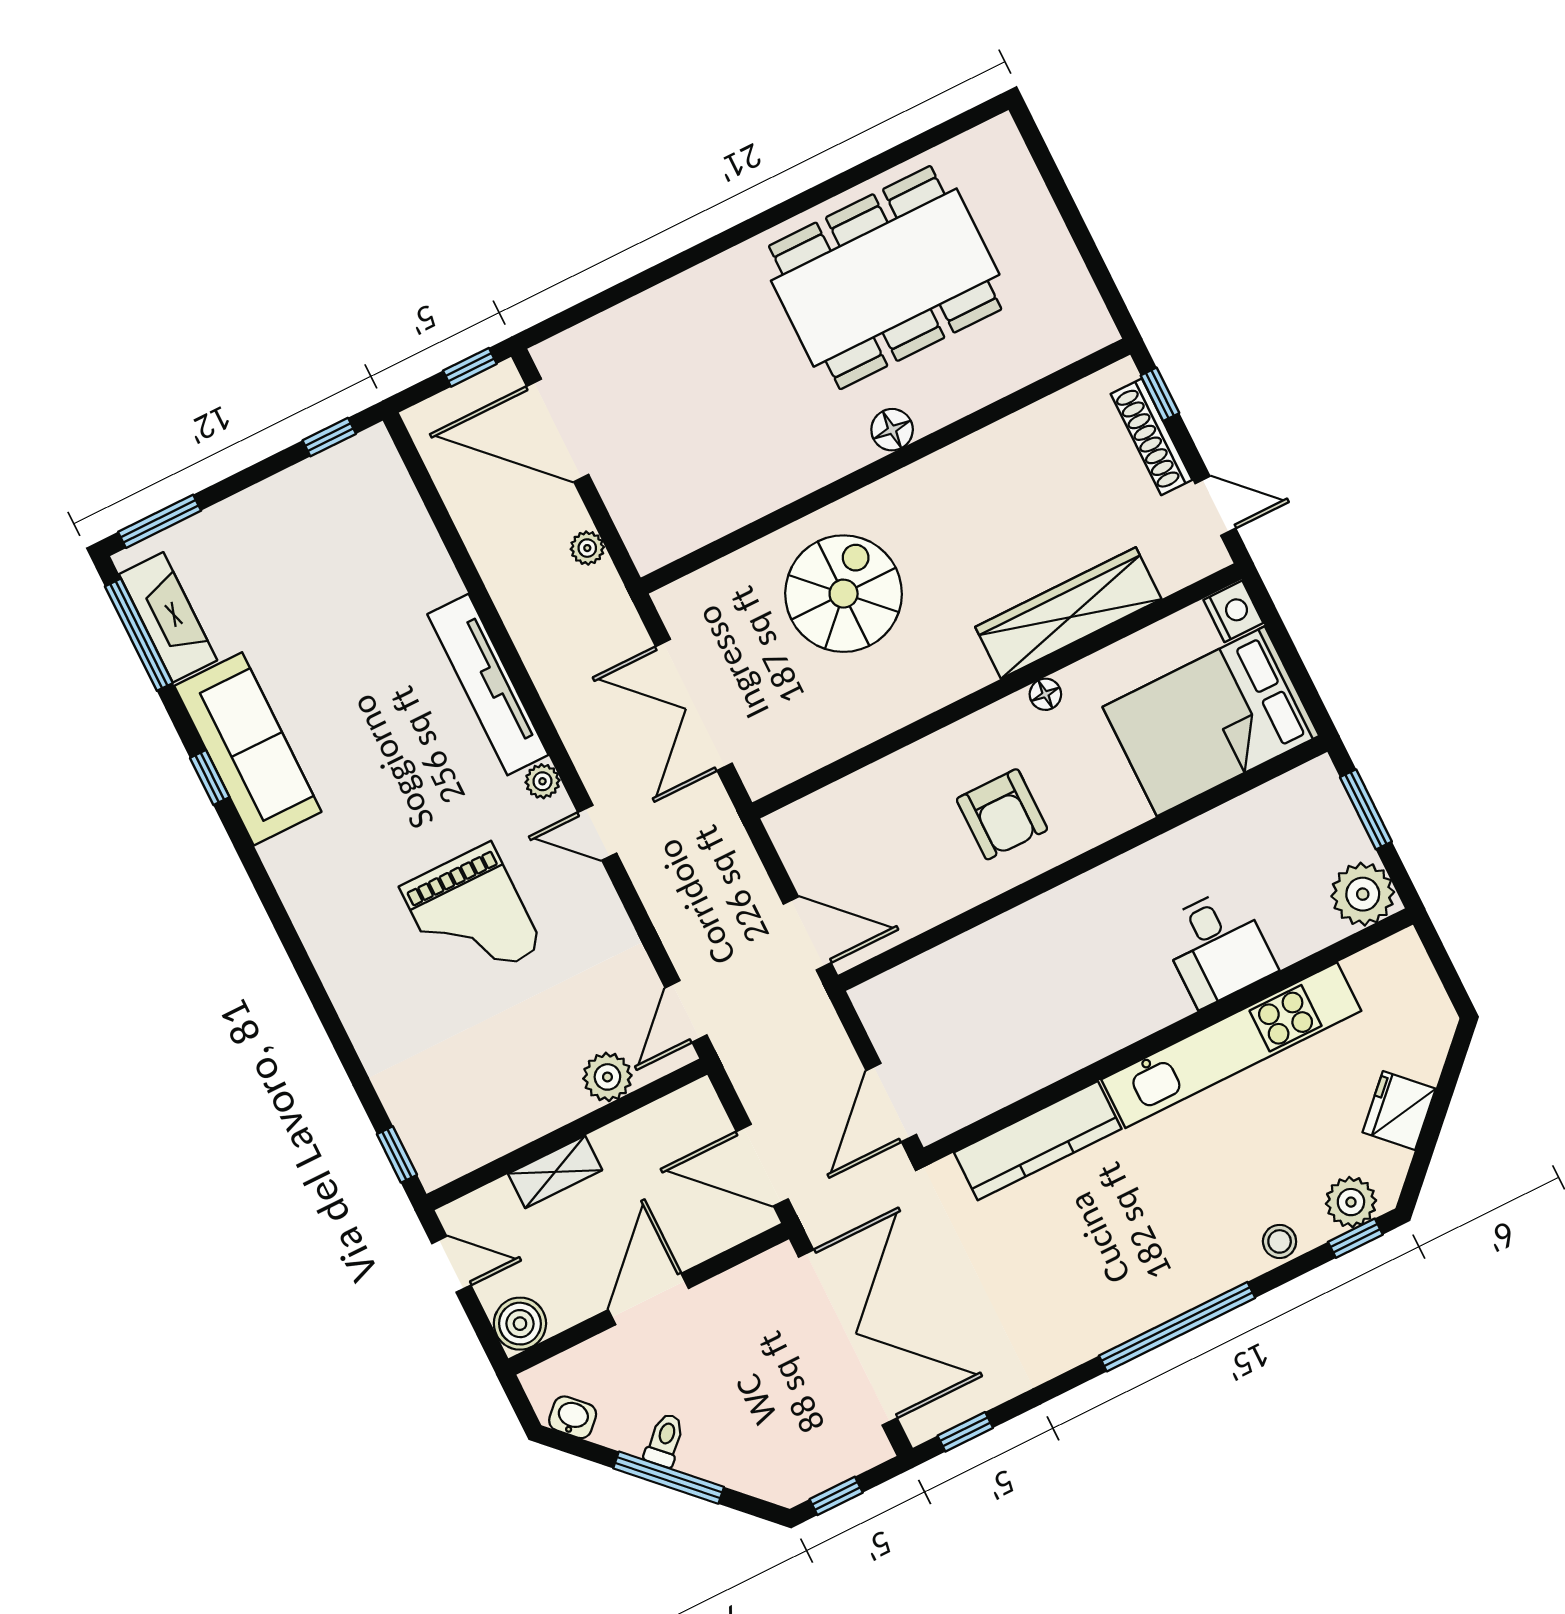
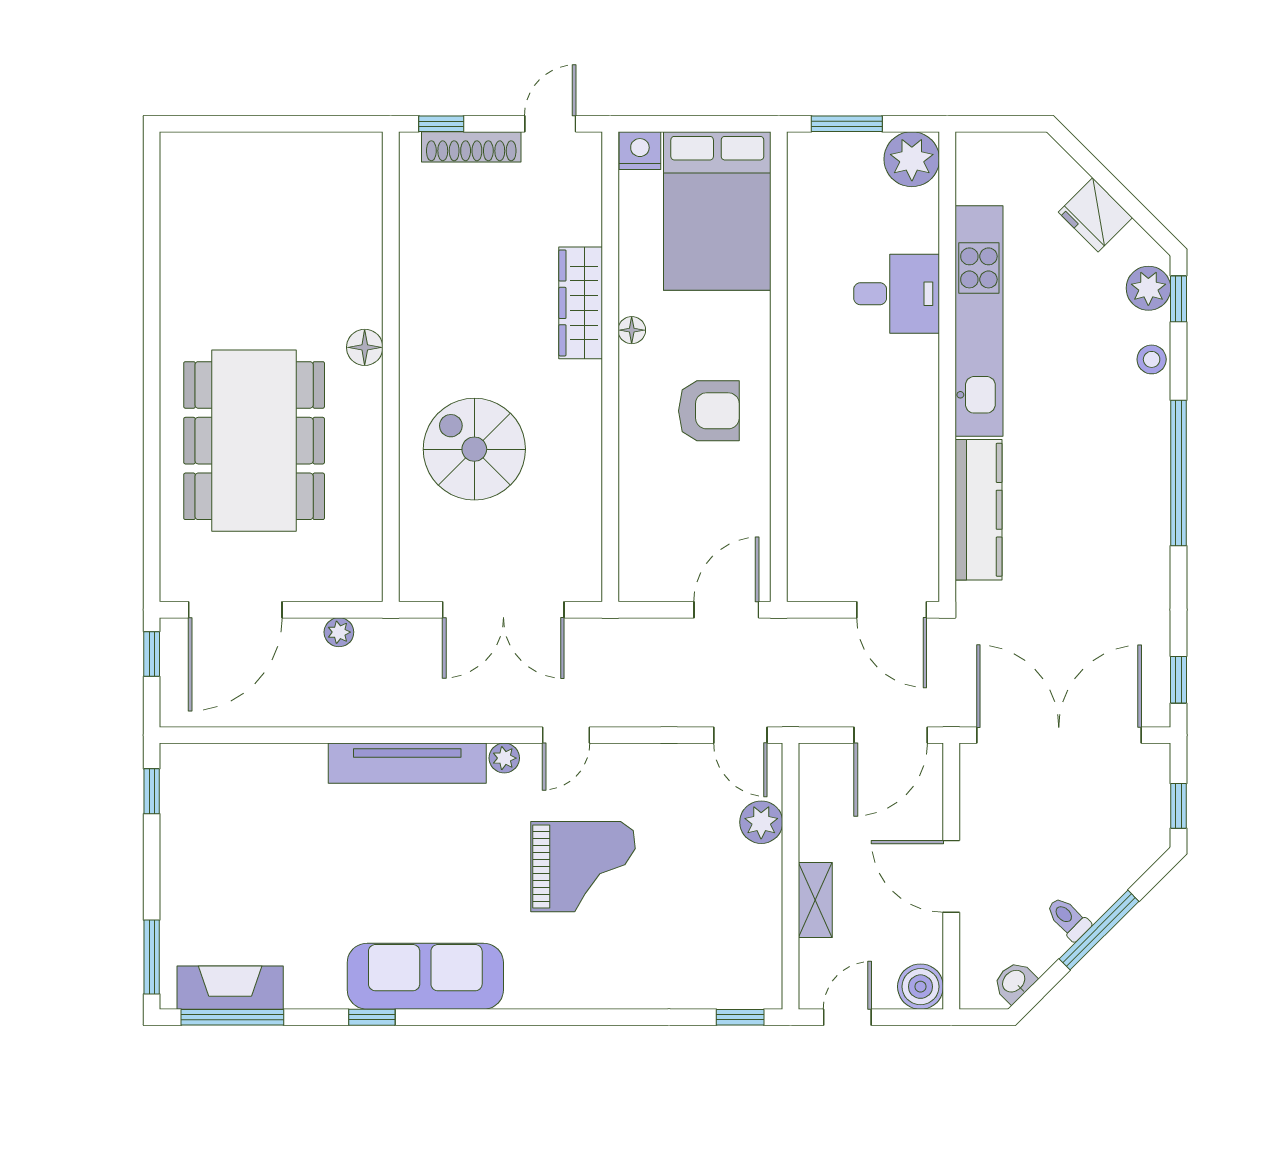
dining table: (885, 278) -> (254, 441), moved
wardrobe: (1068, 613) -> (581, 303), width x0.71, depth x0.85
sofa: (248, 749) -> (425, 976), moved

